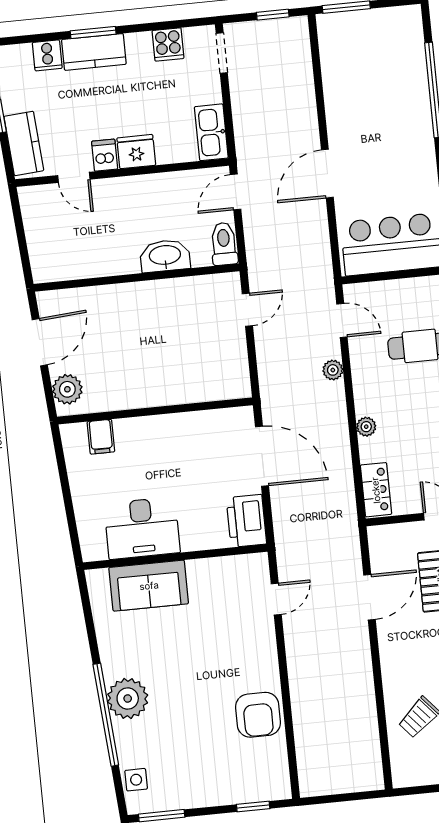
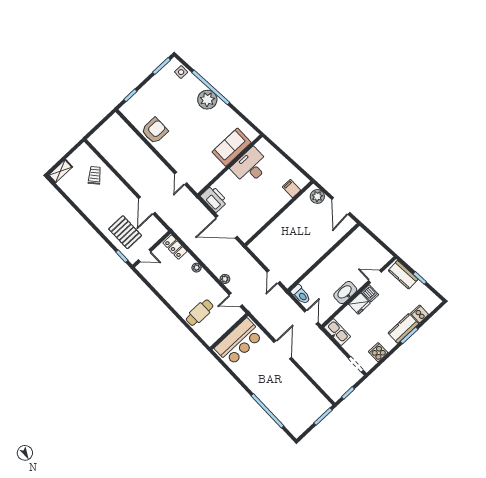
washbasin: (165, 256) -> (345, 293), moved, turned 180
armchair: (258, 715) -> (155, 131), turned 90

